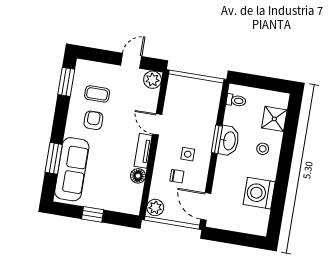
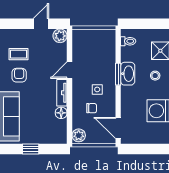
door: (157, 124) -> (70, 70), hinge flipped

